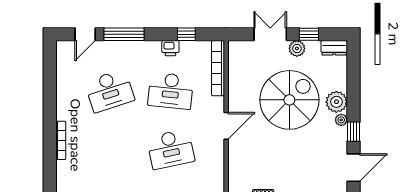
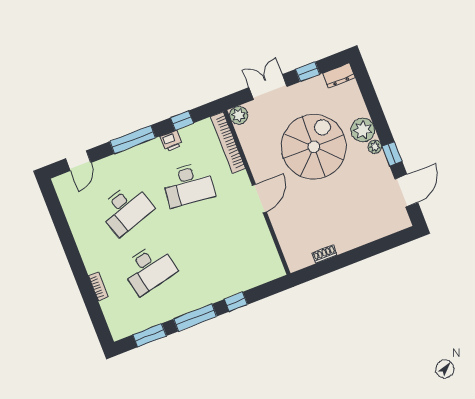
window: (124, 34) -> (133, 140), moved
plant: (297, 48) -> (239, 115), moved
bookcase: (61, 140) -> (98, 286), width x0.64
desk: (171, 149) -> (149, 269), moved

